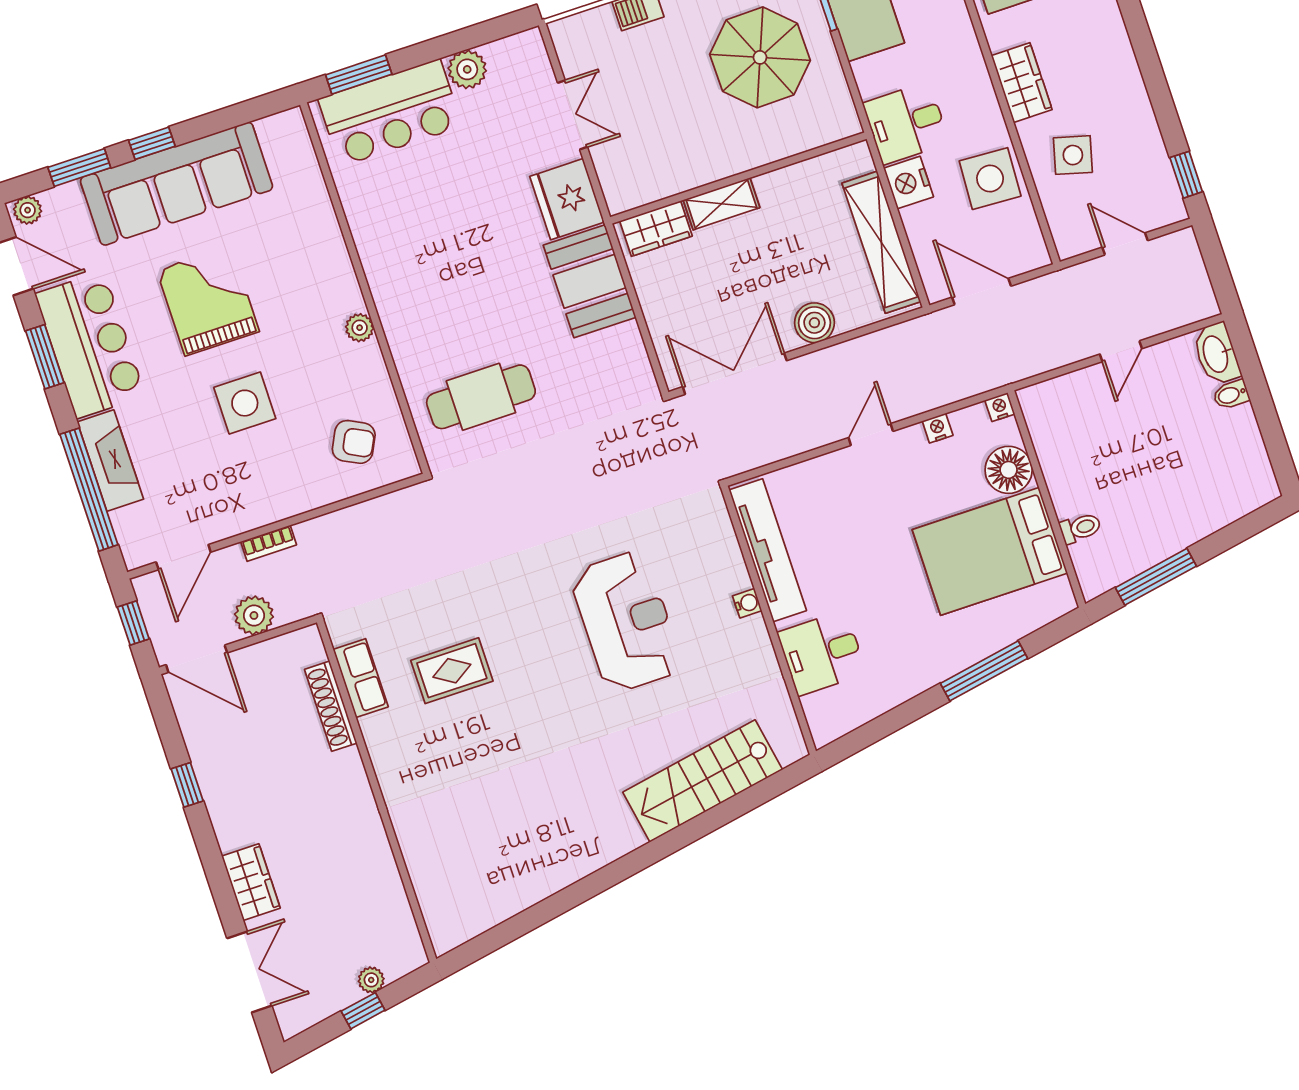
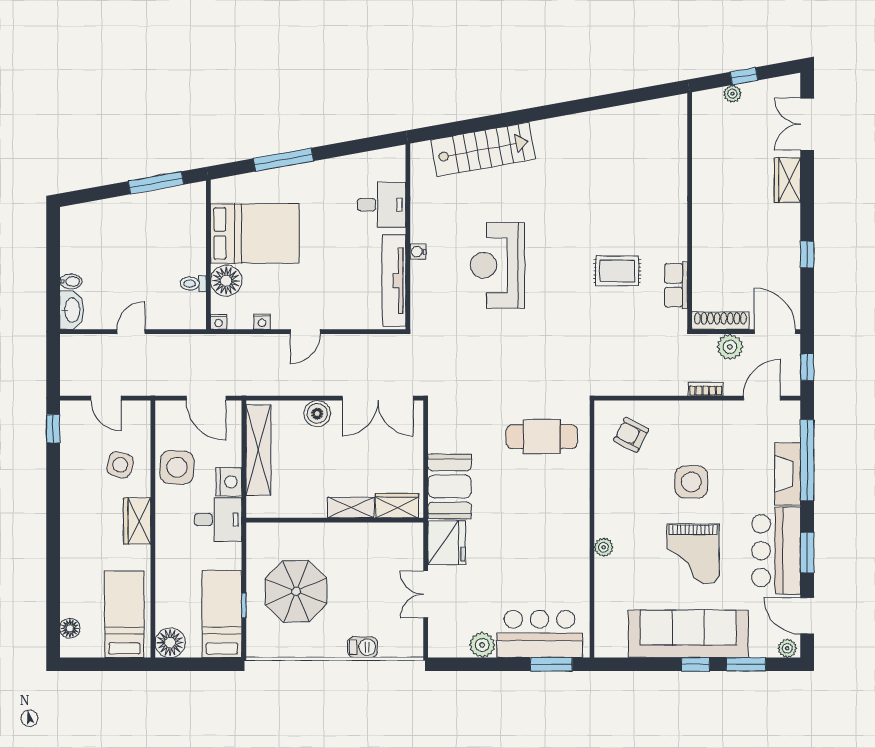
plant: (360, 328) -> (604, 547), moved
toilet: (1080, 528) -> (193, 284), moved
shoe rack: (331, 706) -> (720, 321), moved, turned -90

